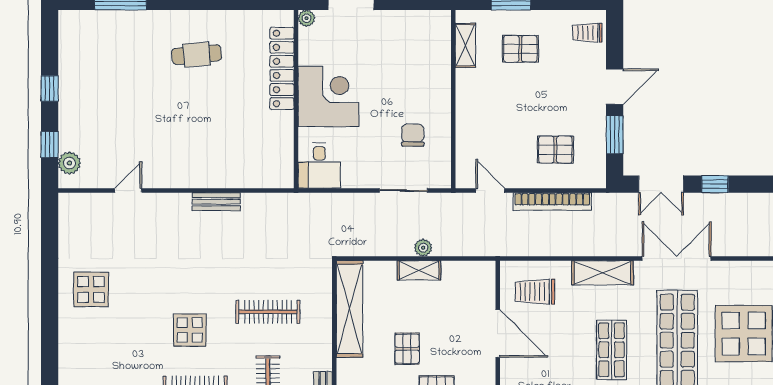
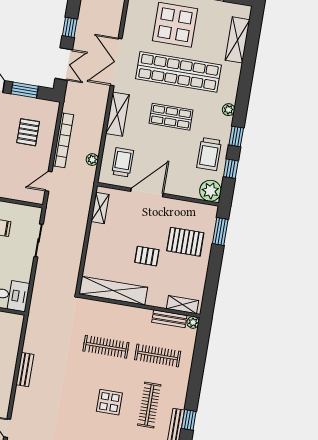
plant: (423, 248) -> (92, 160), moved
shelving: (419, 270) -> (100, 208), moved
trolley: (535, 292) -> (123, 162), turned 180
clothes rail: (268, 312) -> (106, 347), turned 90

